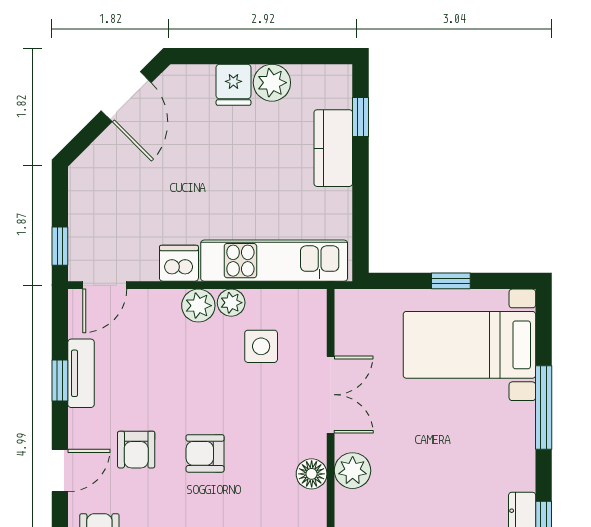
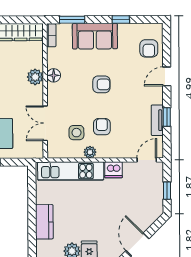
window: (361, 117) -> (32, 236), removed
window: (60, 246) -> (167, 191), moved
plant: (198, 306) -> (105, 151), removed
double door: (331, 395) -> (45, 123), moved
armchair: (136, 450) -> (102, 127), moved

